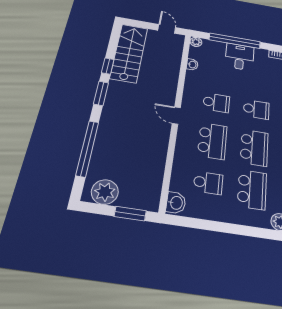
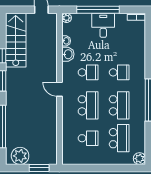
washbasin: (176, 203) -> (68, 54), moved

